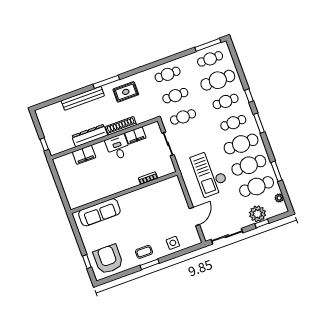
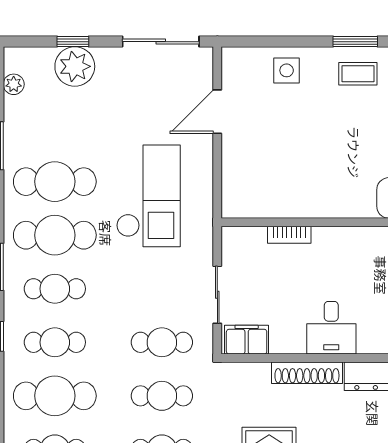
filing cabinet: (135, 135) -> (247, 340), moved
cafe table: (257, 187) -> (55, 128), removed

